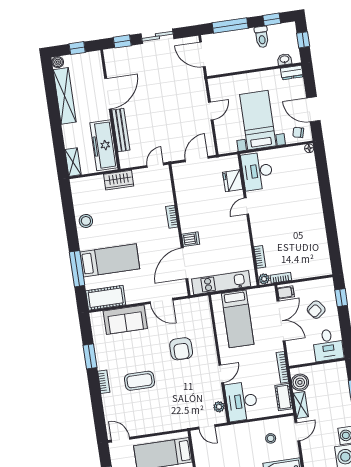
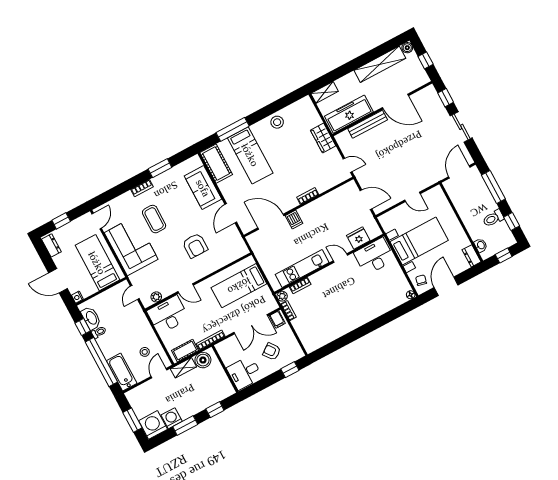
kitchen unit: (221, 283) -> (302, 268), moved, turned -90
armchair: (181, 349) -> (195, 246), turned -90
corner sofa: (158, 414) -> (131, 246), added
door: (297, 432) -> (159, 373), swing flipped

